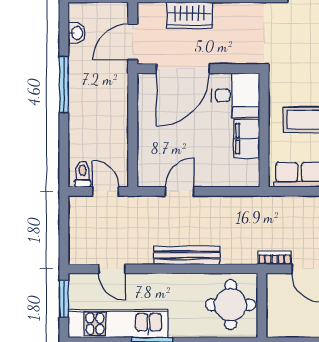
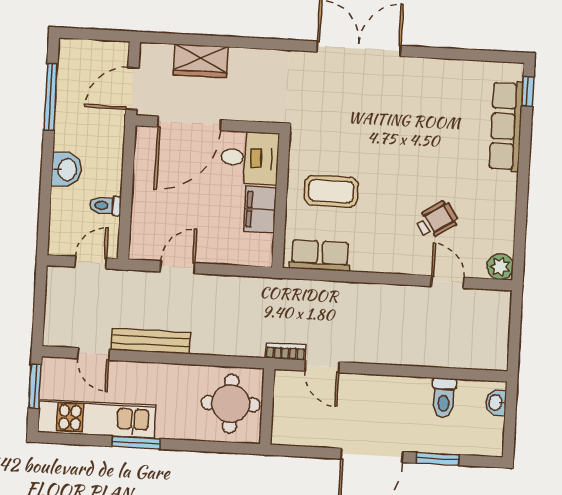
washbasin: (77, 33) -> (66, 169), moved, width x1.38, depth x1.45
window: (64, 85) -> (51, 97), moved
toilet: (82, 174) -> (105, 206), moved, turned -90
door: (106, 191) -> (91, 263), hinge flipped
bench: (187, 255) -> (151, 341), moved

